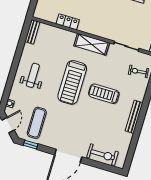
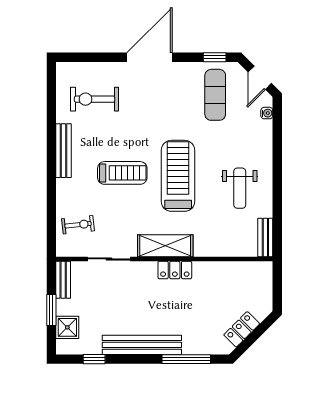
locker: (68, 22) -> (175, 270), moved
weight bench: (33, 75) -> (240, 188), moved
exercise bike: (103, 155) -> (95, 99), moved

